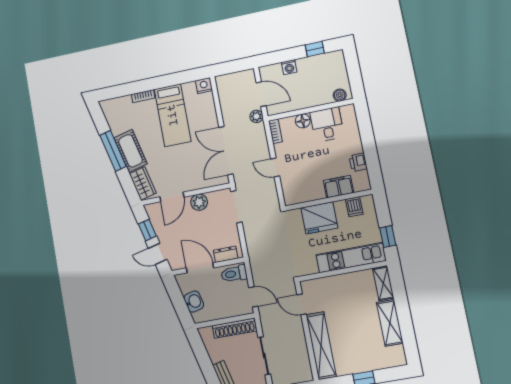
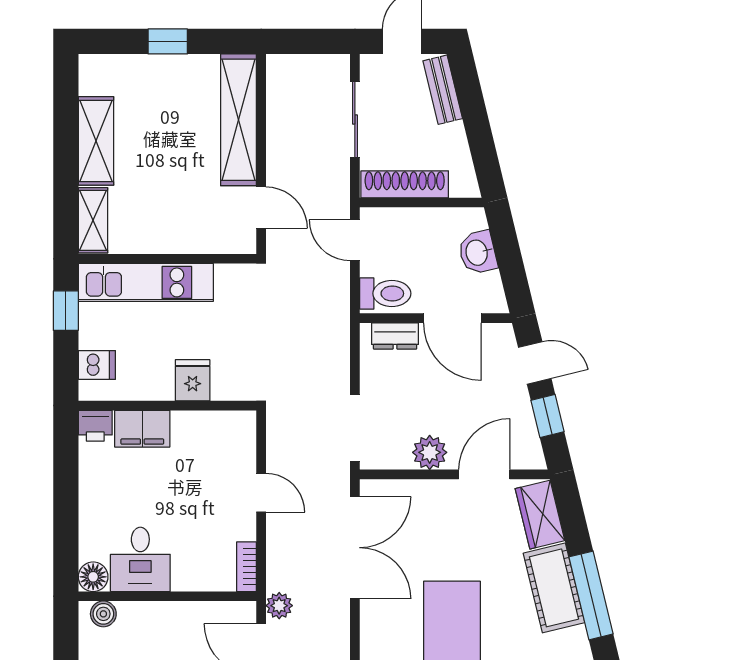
floor lamp: (303, 121) -> (93, 577), moved
printer: (358, 162) -> (95, 426), moved, turned 90
dishwasher: (354, 207) -> (97, 365), moved, turned 90
fridge: (319, 218) -> (193, 380), width x0.53, depth x0.75

